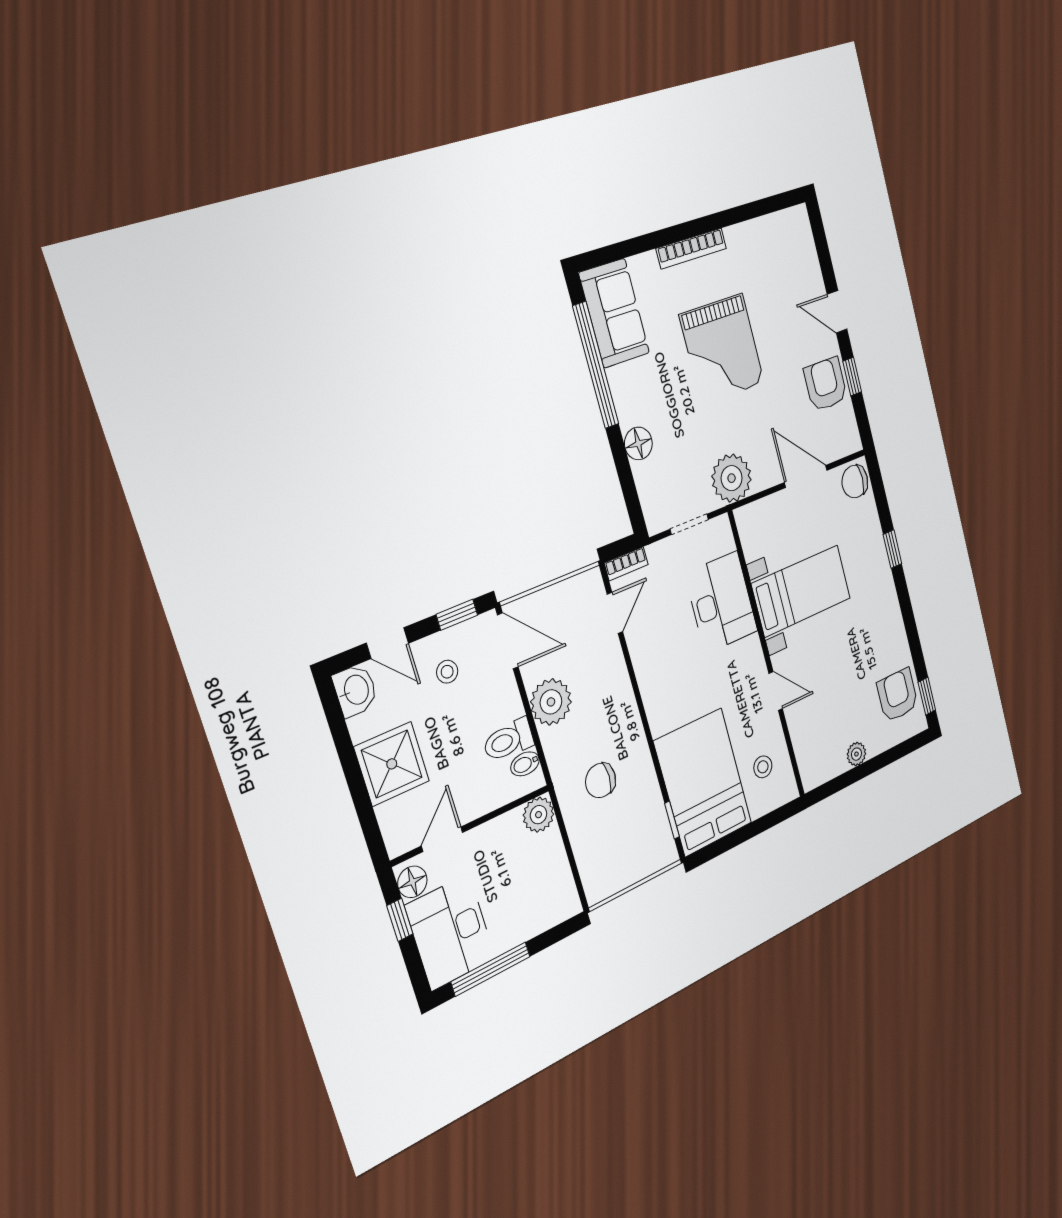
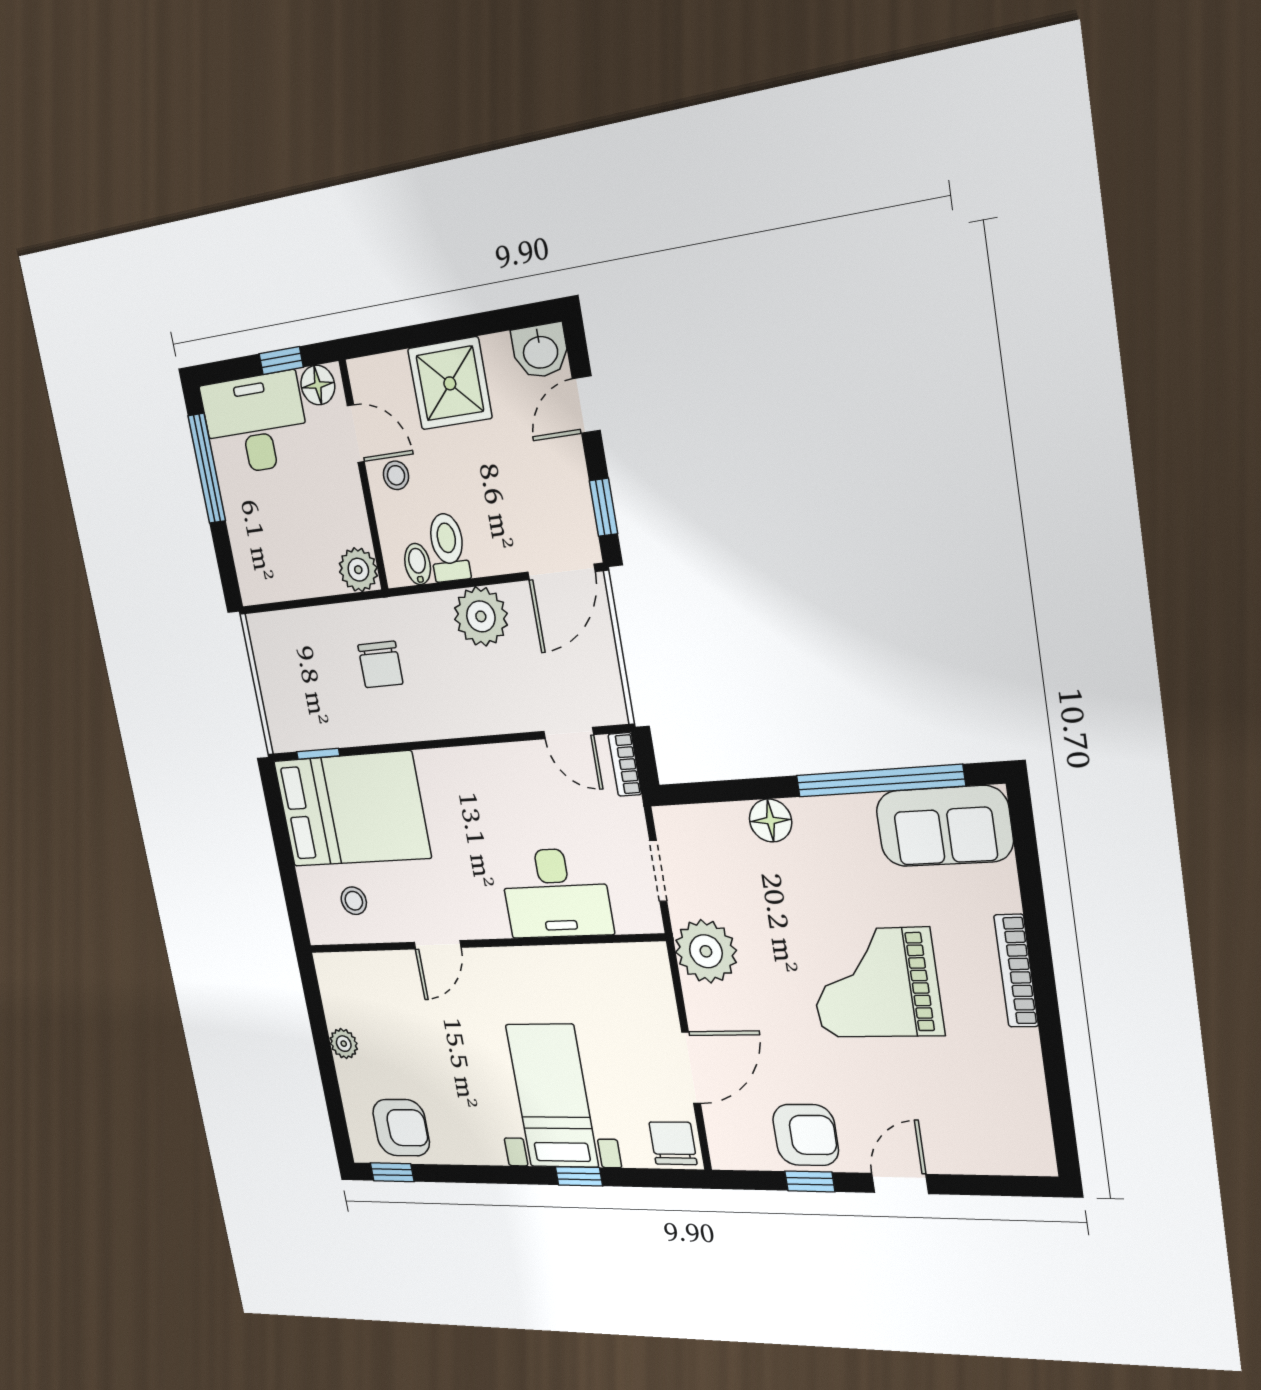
bed with nightstands: (801, 591) -> (552, 1096), moved, turned 180
stool: (447, 672) -> (396, 475), moved
chair: (600, 780) -> (380, 664), turned 180

